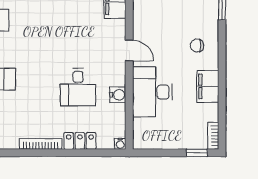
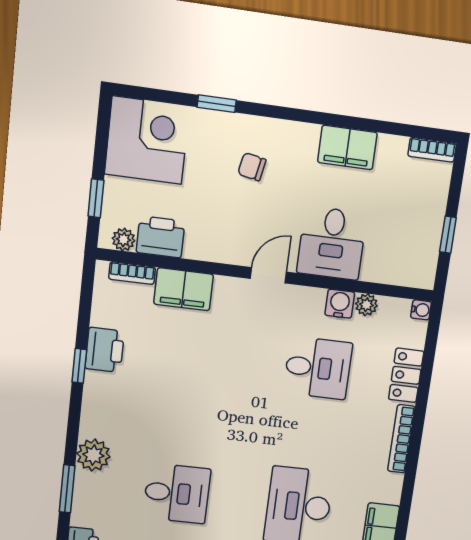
chair: (197, 46) -> (252, 167), moved, turned 101
desk: (152, 92) -> (332, 243), width x0.73
plant: (119, 111) -> (366, 305), added
window: (197, 153) -> (448, 235), moved

